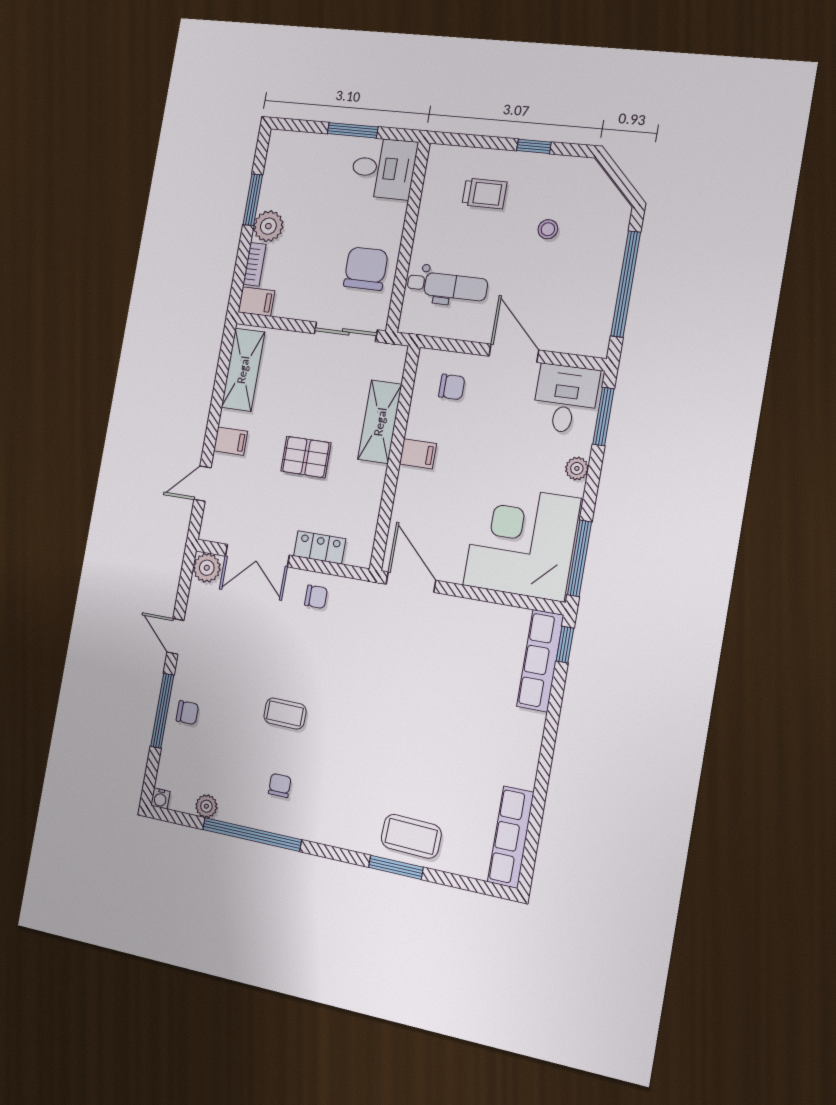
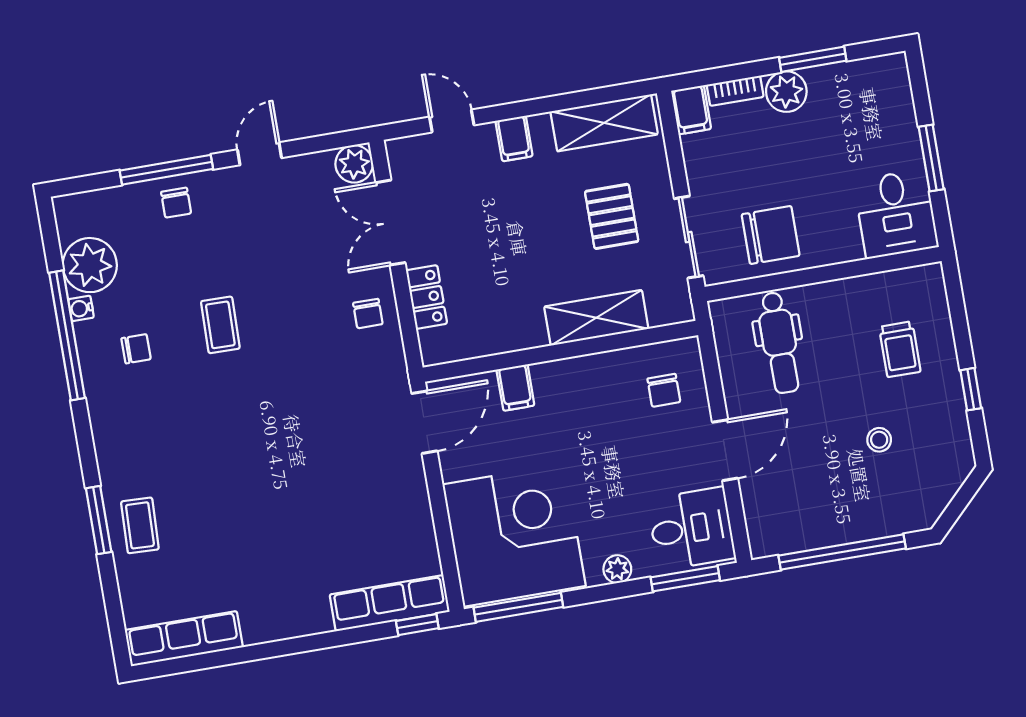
filing cabinet: (418, 454) -> (515, 387), moved
pallet: (306, 457) -> (612, 216), moved
water cooler: (160, 798) -> (81, 308), moved
plant: (206, 806) -> (90, 265), width x1.87, depth x1.87
coffee table: (411, 836) -> (140, 525), width x0.73, depth x0.77

